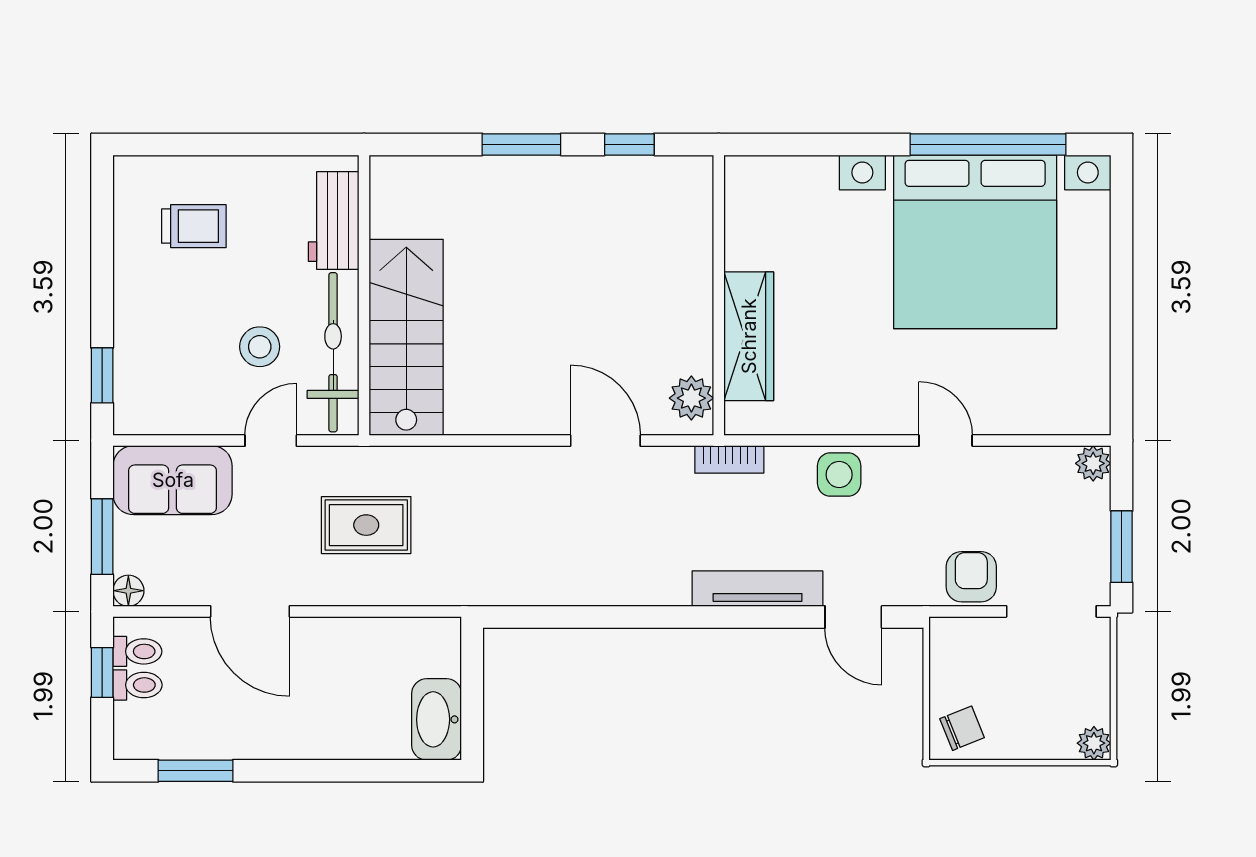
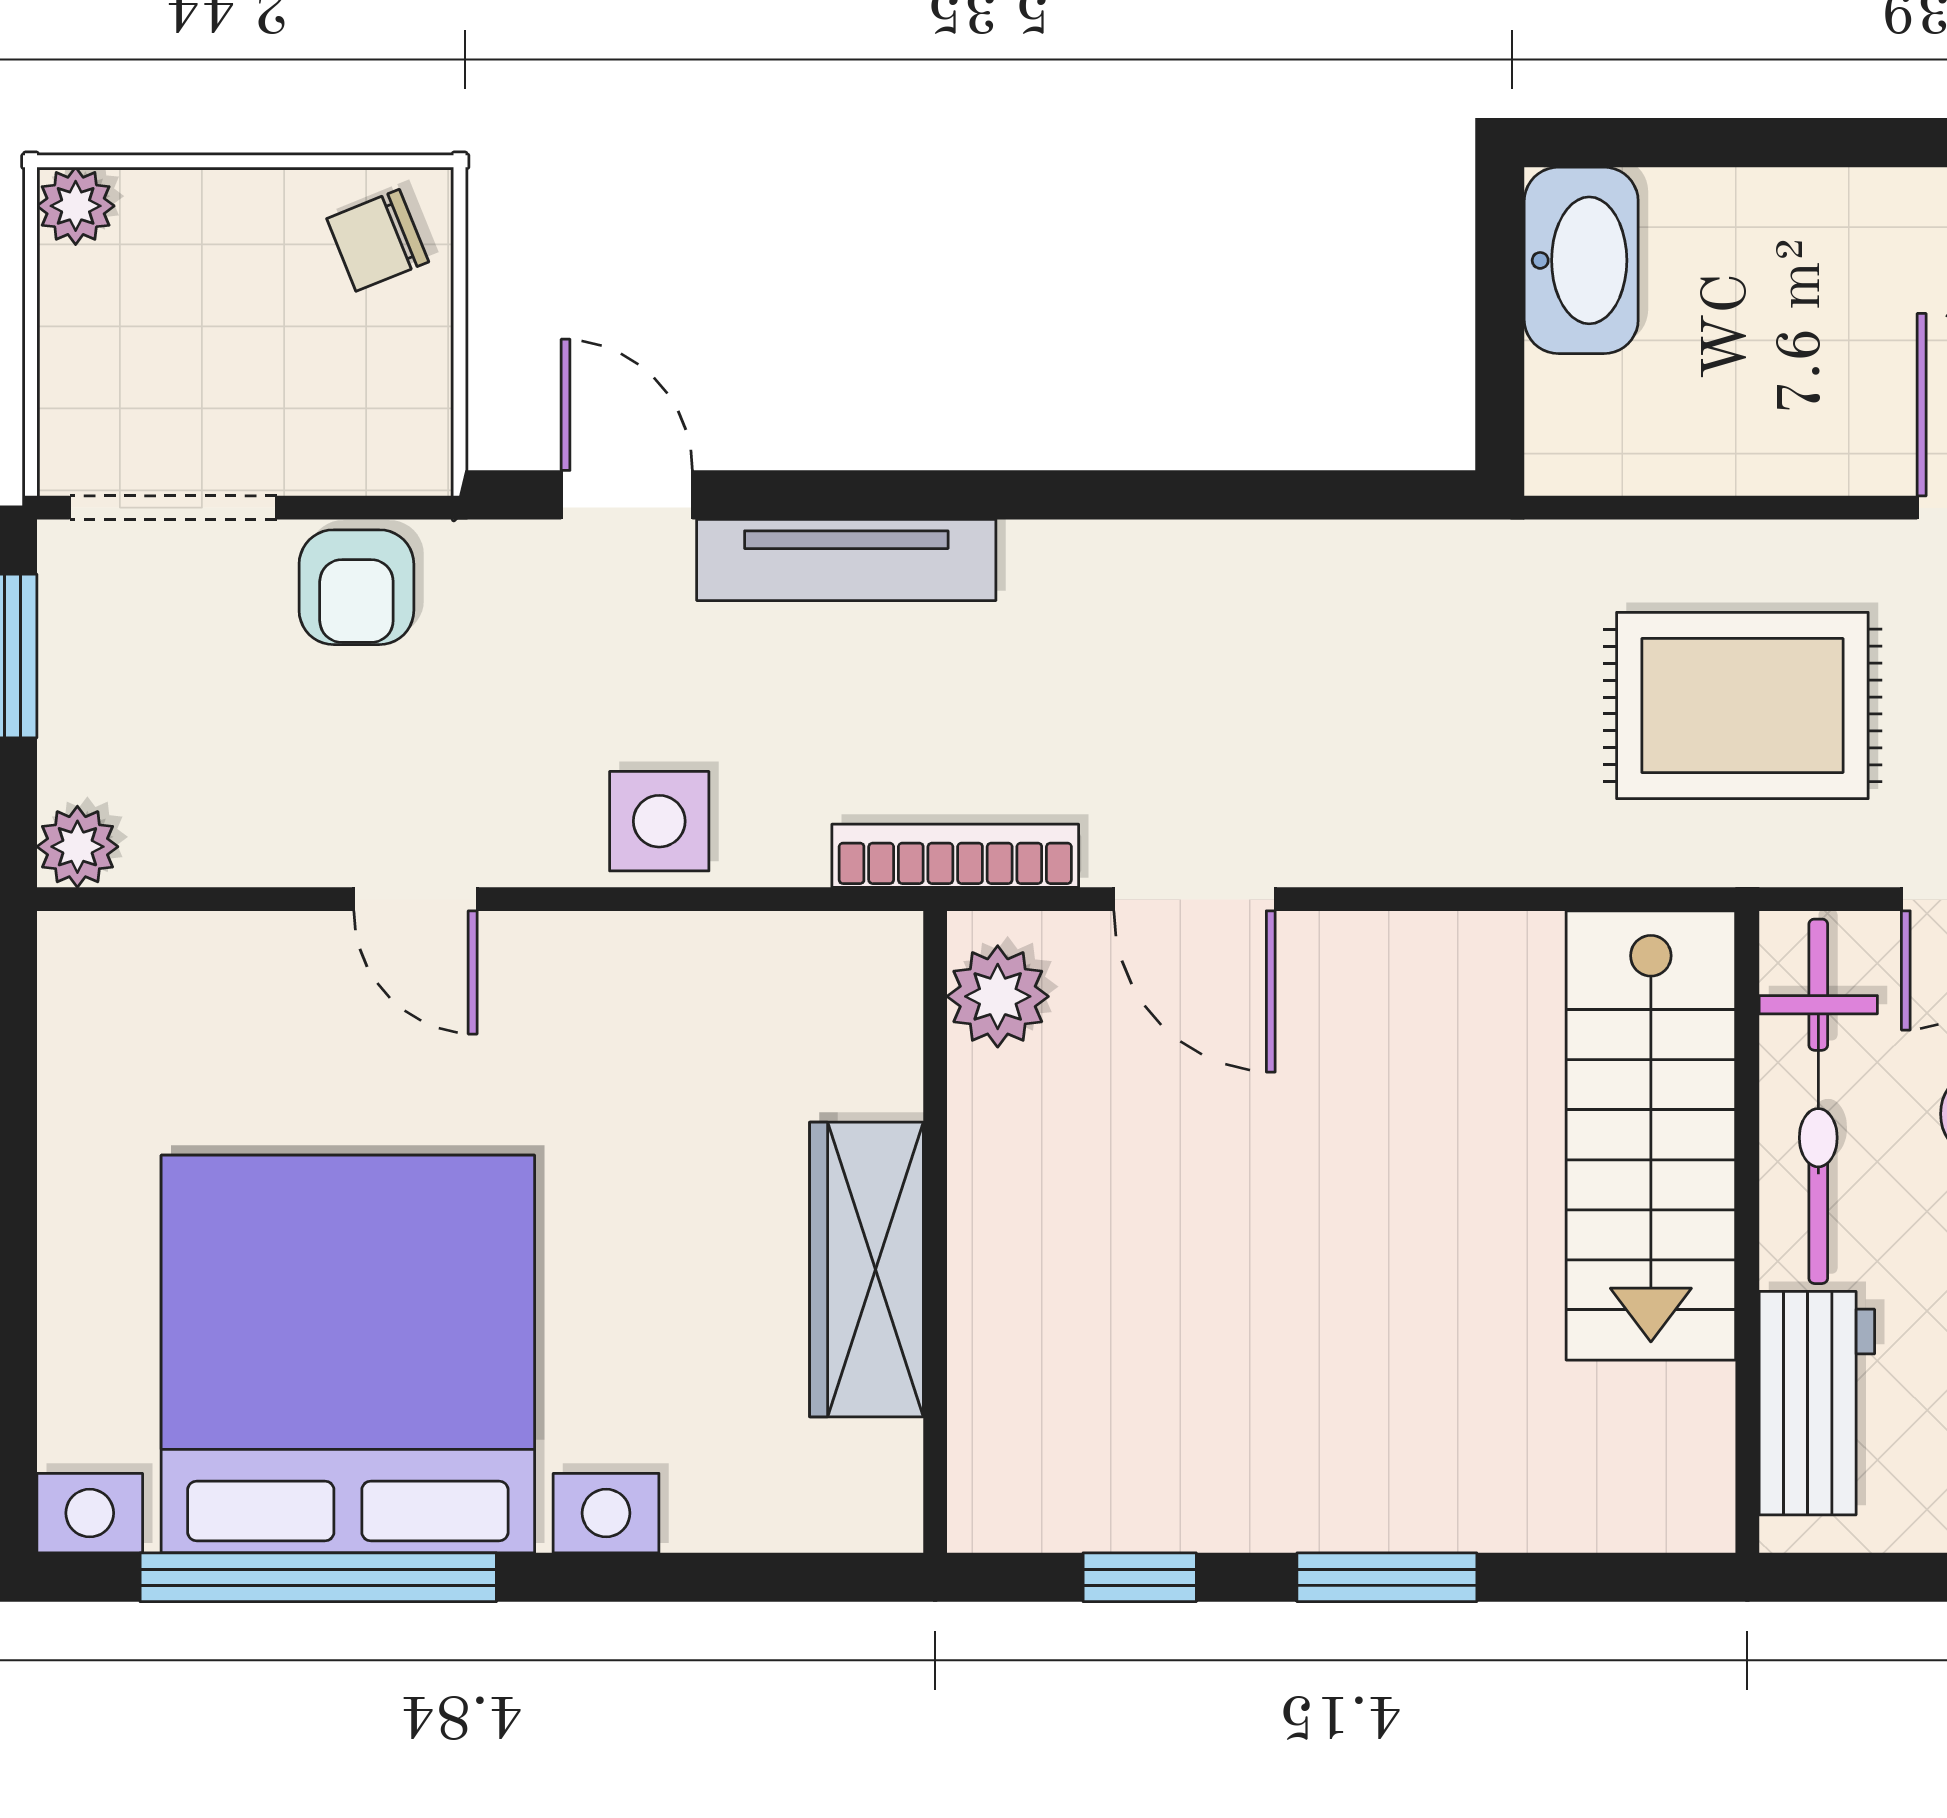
wardrobe: (749, 336) -> (866, 1269), moved
bookcase: (729, 459) -> (955, 856), width x1.56
rug: (366, 525) -> (1742, 705), width x1.36, depth x1.43

